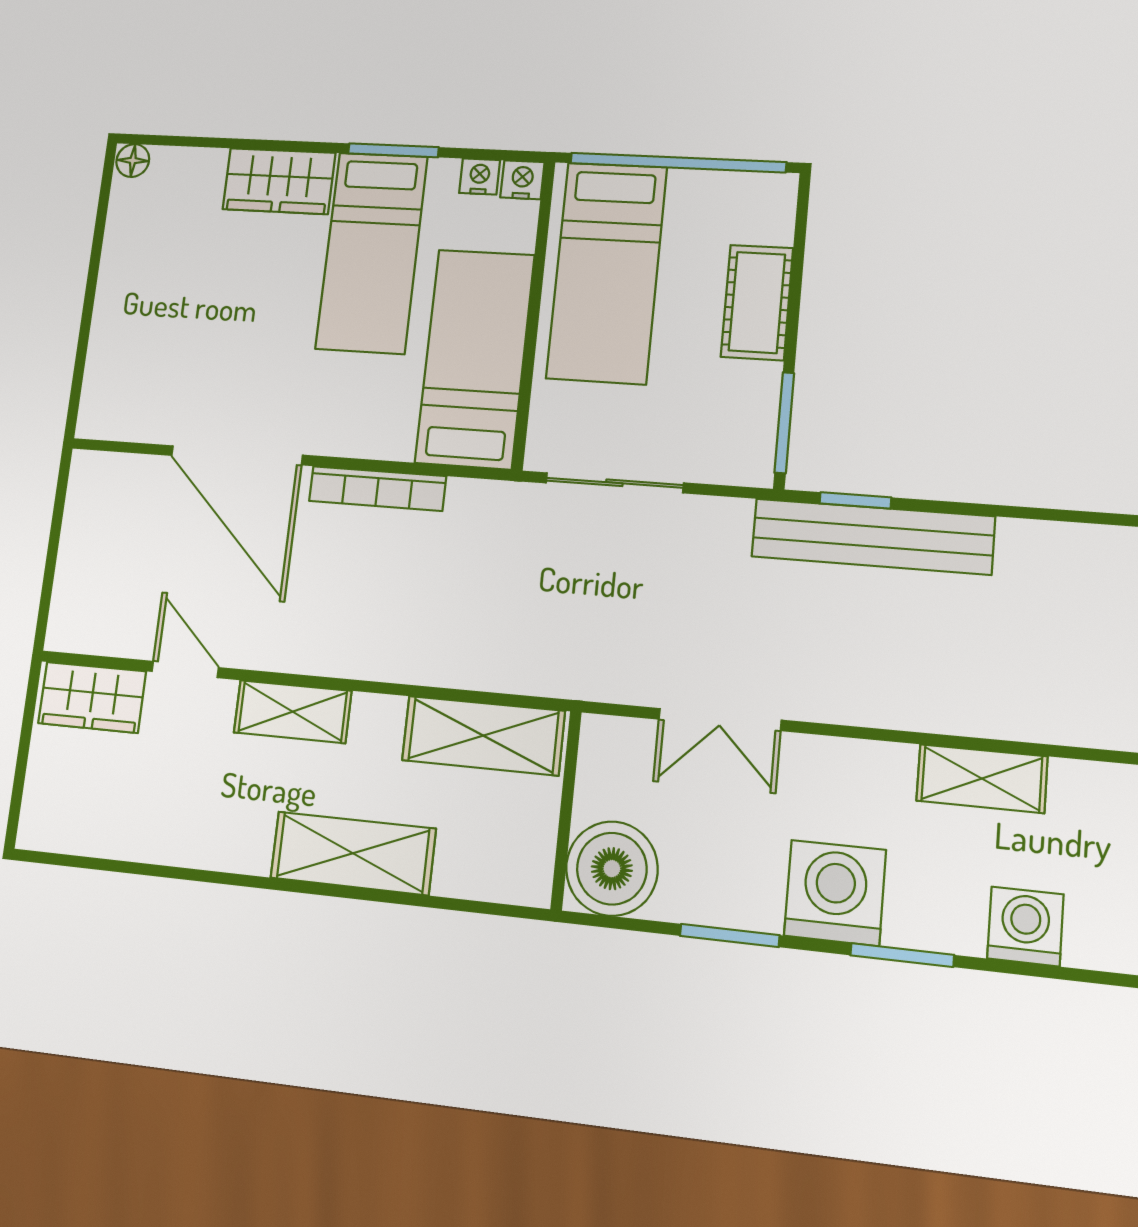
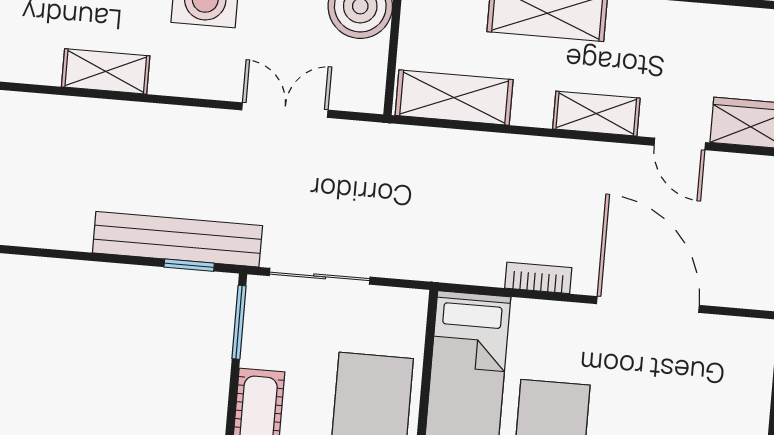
sliding door: (614, 483) -> (320, 276), moved
bookcase: (377, 488) -> (538, 278), width x0.64

